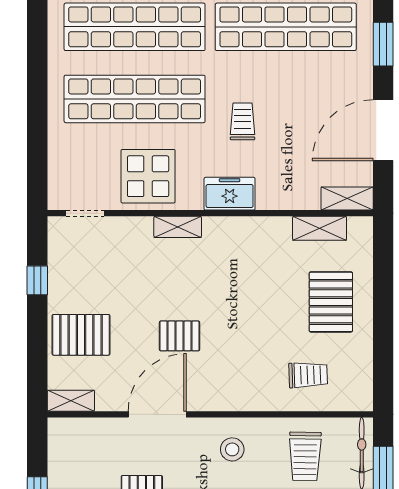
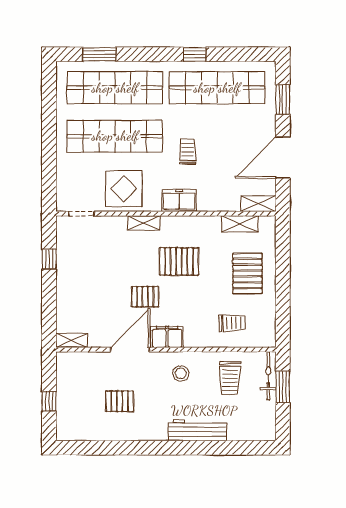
pallet: (81, 335) -> (179, 261), moved
filing cabinet: (212, 395) -> (167, 337), added

